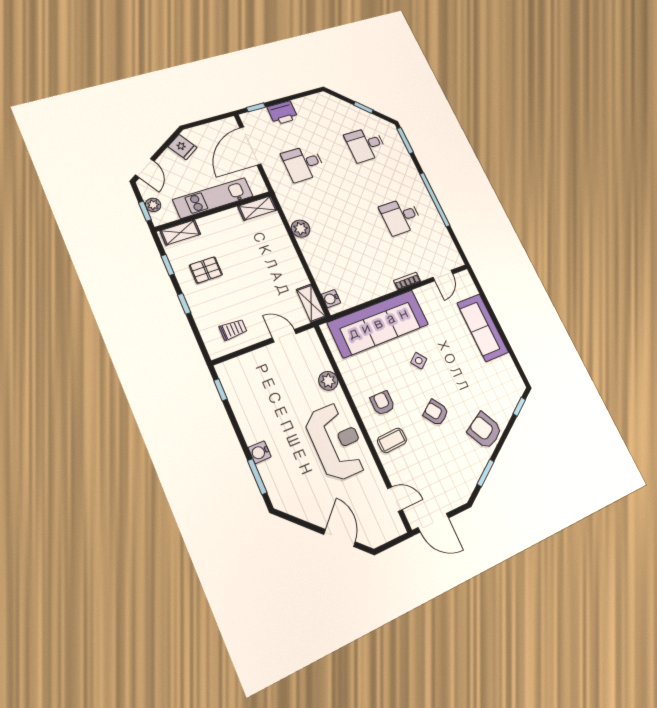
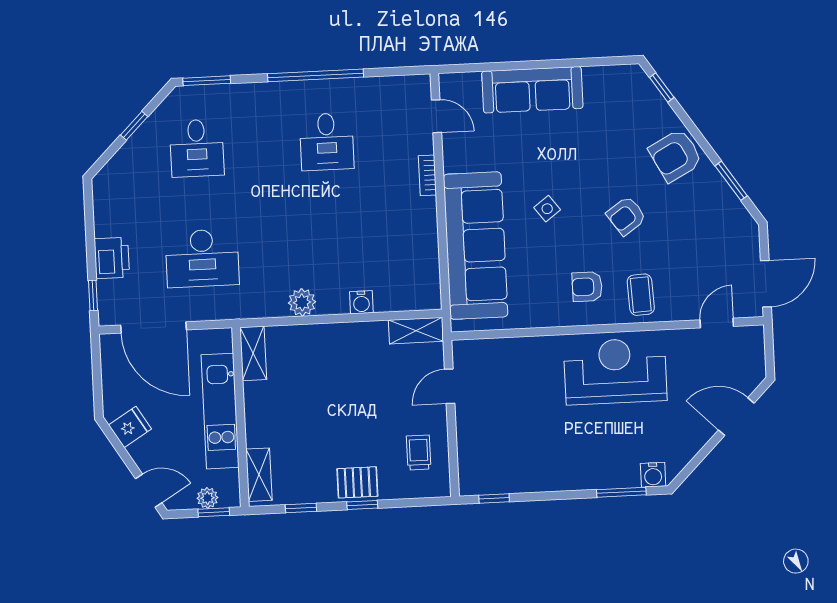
desk: (303, 163) -> (202, 258), width x1.37
pallet: (206, 270) -> (357, 482), moved, turned 90
water cooler: (331, 299) -> (361, 302), moved
plant: (328, 381) -> (531, 350), removed
water cooler: (260, 452) -> (653, 475), moved

